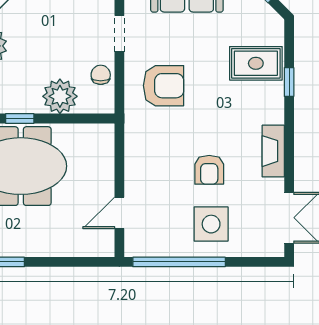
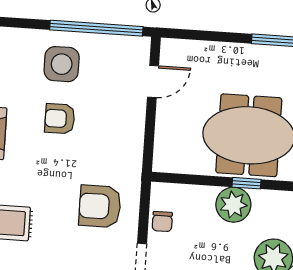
plant: (60, 96) -> (233, 205), moved
armchair: (209, 170) -> (60, 119), turned -90

